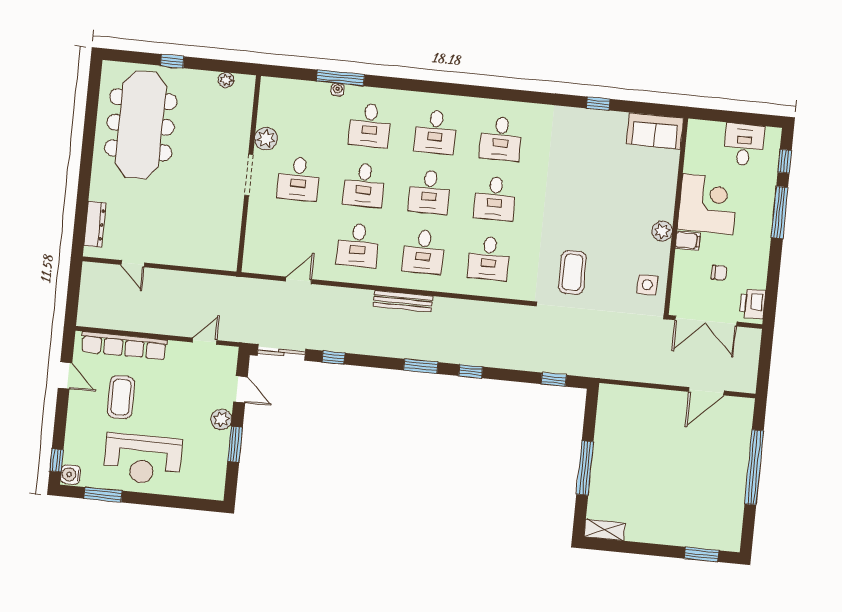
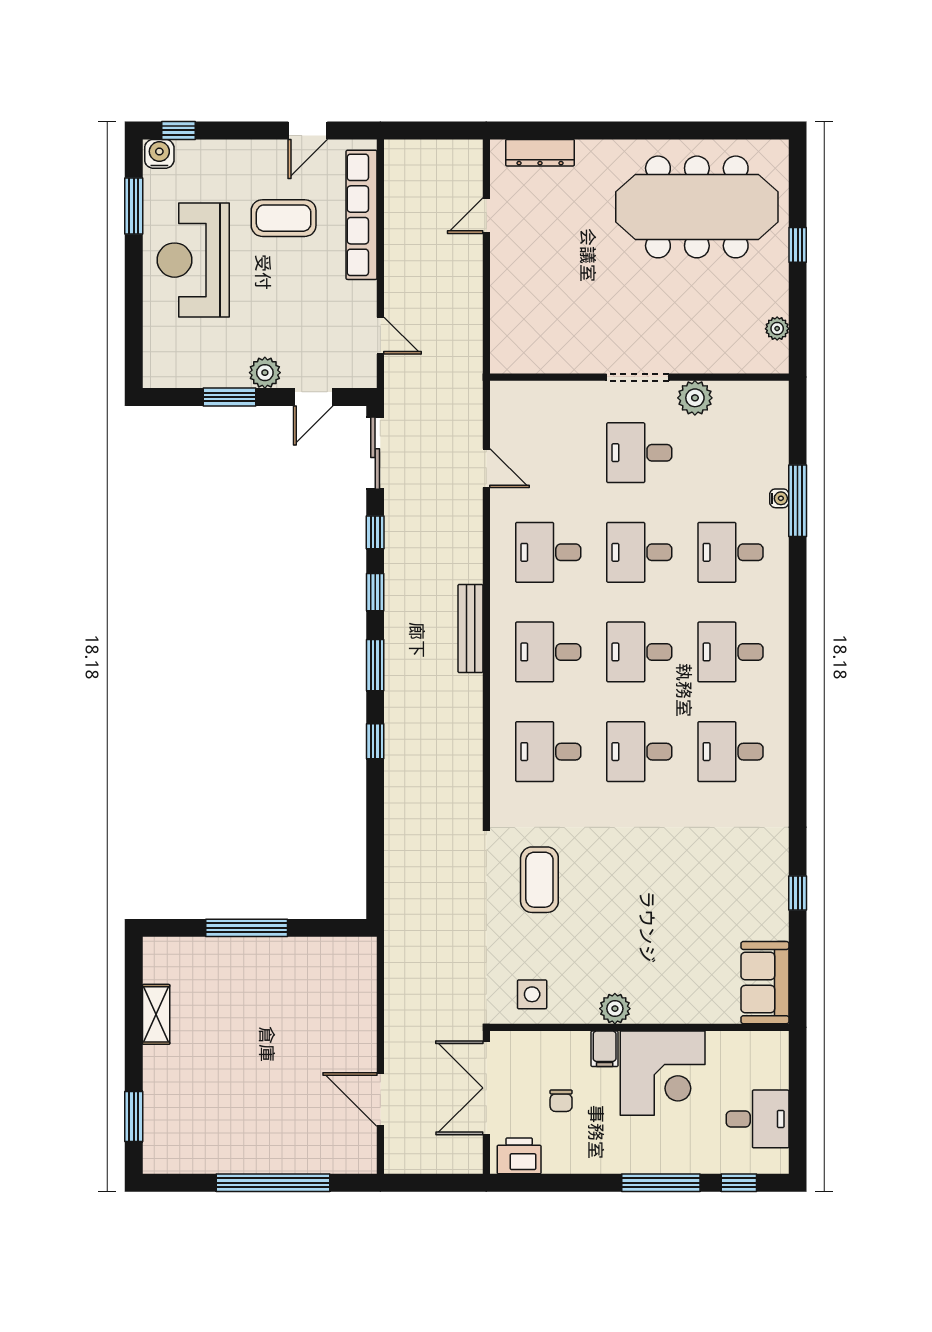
coffee table: (572, 272) -> (539, 880), turned 90
window: (554, 380) -> (375, 592), moved
shelving: (604, 530) -> (156, 1014), moved

